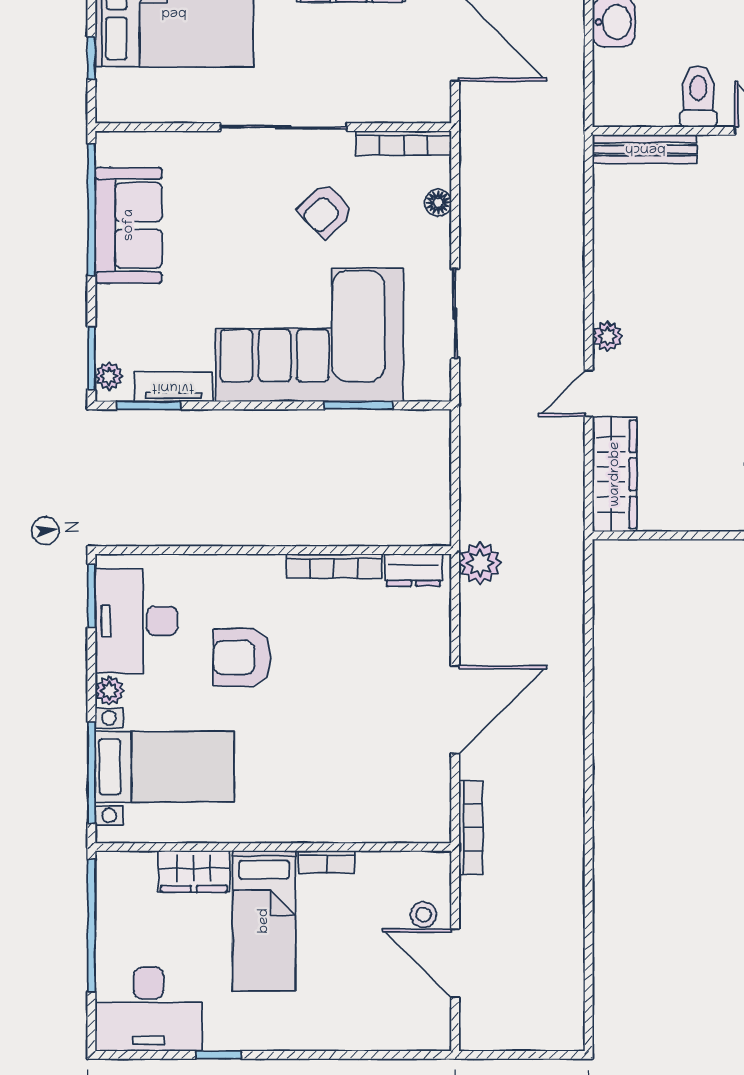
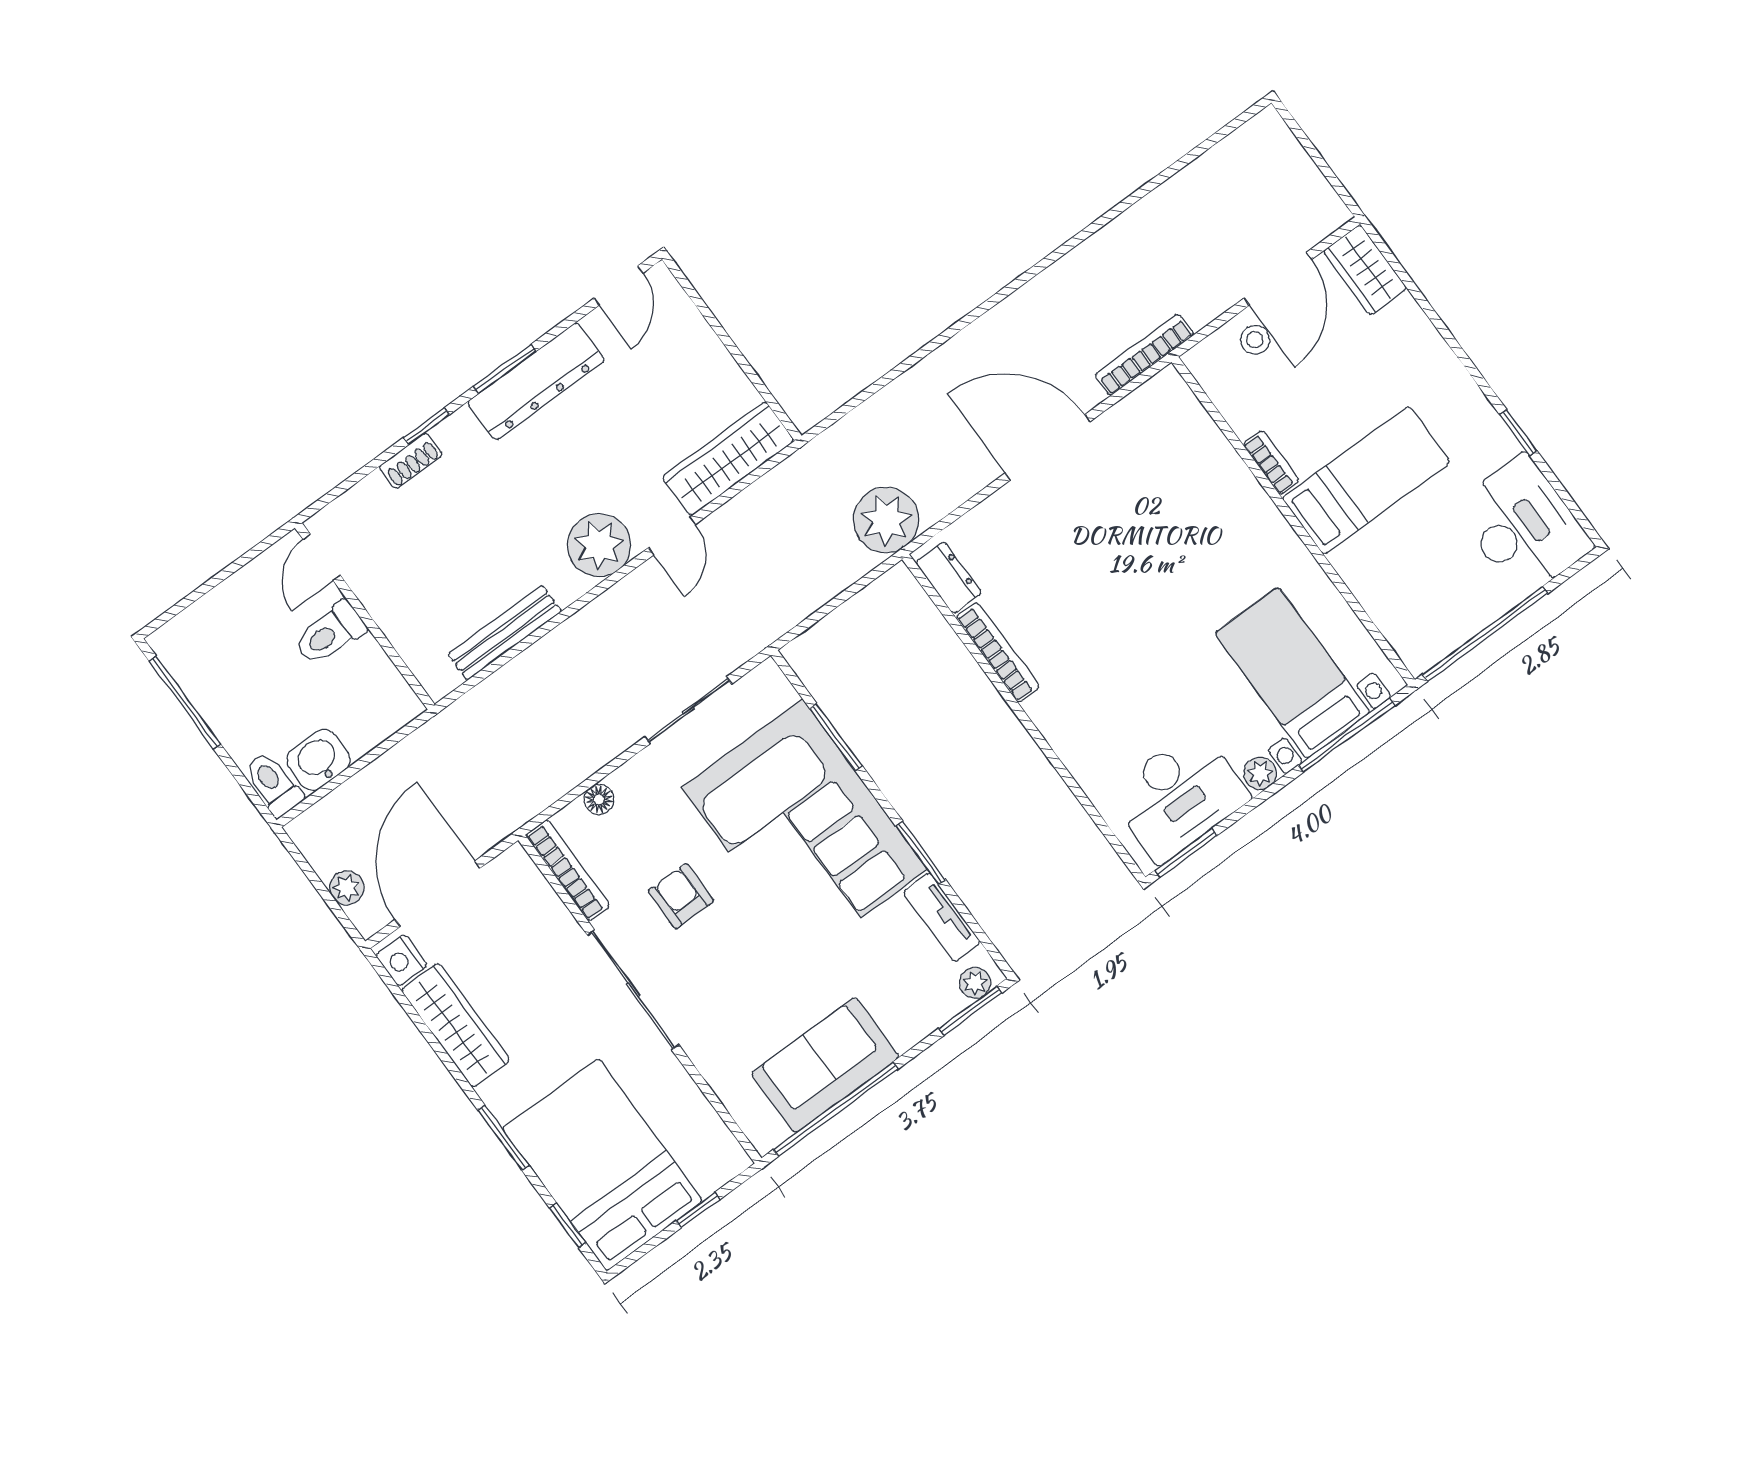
bench: (645, 149) -> (505, 633), moved, turned 90
armchair: (326, 211) -> (681, 896), turned -137
plant: (607, 336) -> (599, 545), width x1.88, depth x1.88
door: (589, 393) -> (672, 536), hinge flipped
window: (149, 405) -> (921, 853), moved
plant: (480, 563) -> (886, 520), width x1.36, depth x1.36
armchair: (242, 657) -> (1142, 675), removed
wardrobe: (194, 871) -> (1365, 270), moved, turned 180

